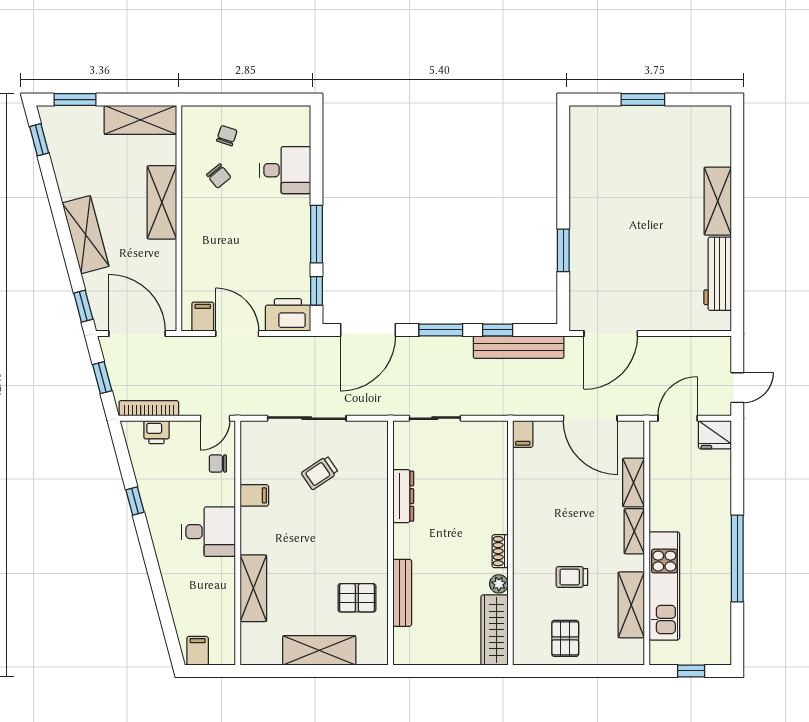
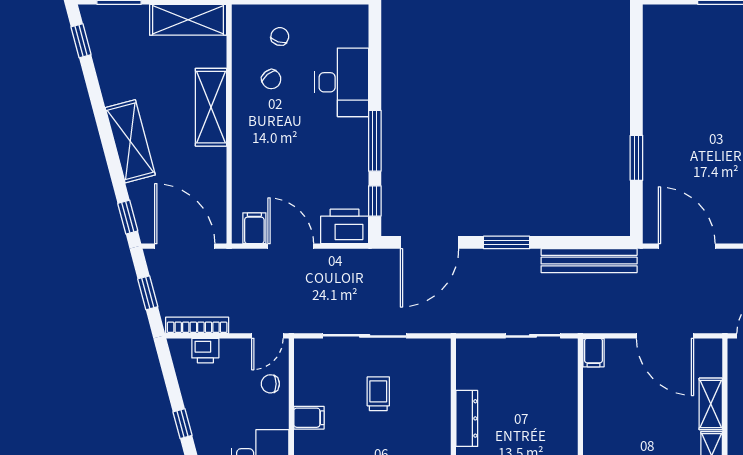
desk: (285, 170) -> (342, 82), width x1.37
window: (498, 330) -> (567, 242), removed
door: (611, 334) -> (687, 246), swing flipped
sliding door: (435, 418) -> (533, 336), moved
trolley: (320, 473) -> (378, 394), turned 124

